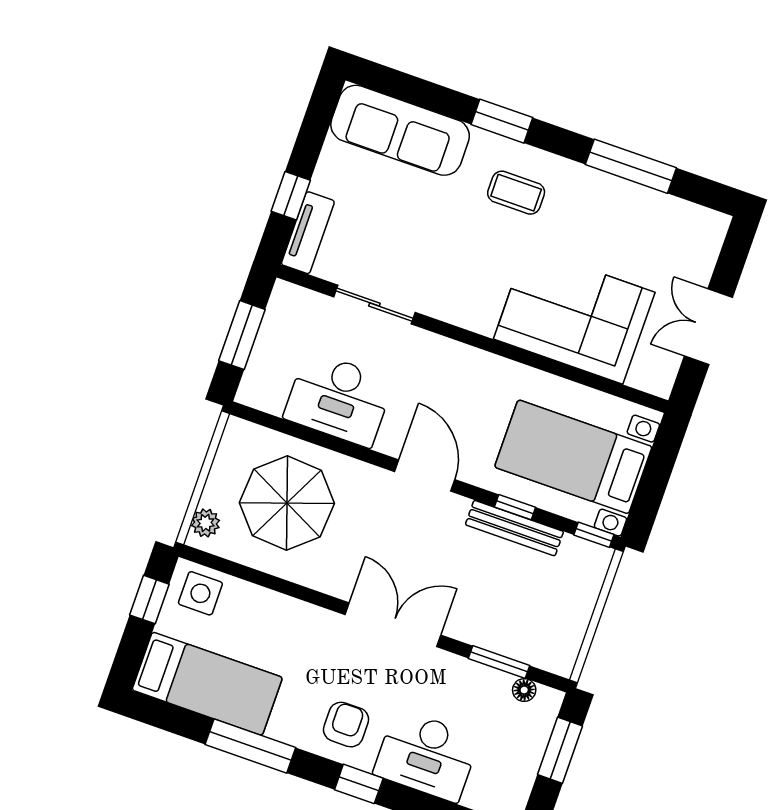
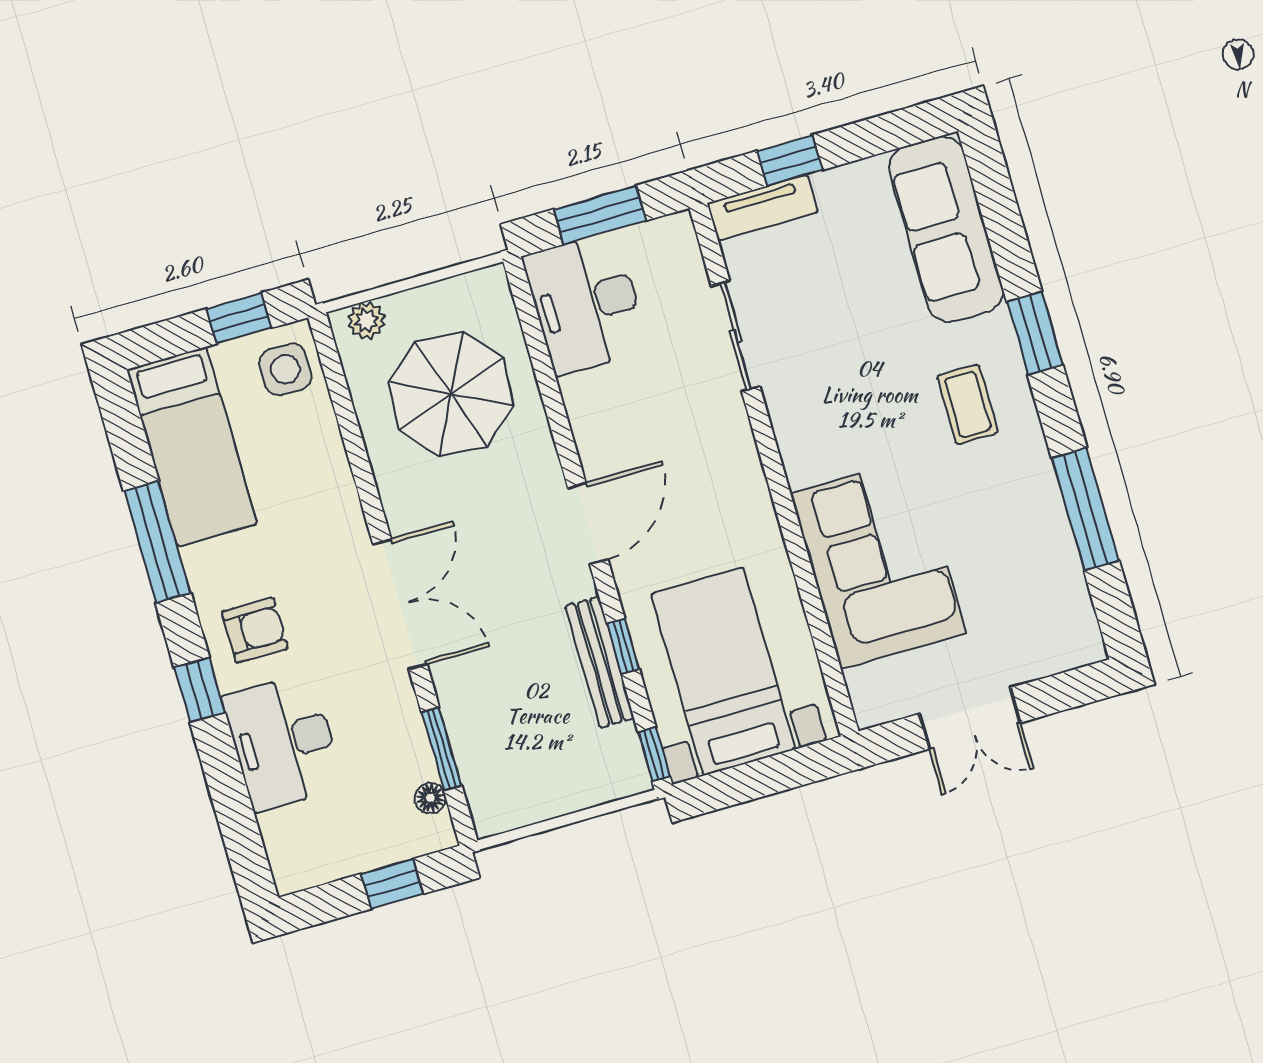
double door: (708, 327) -> (970, 718), swing flipped
desk: (339, 399) -> (586, 303), moved
window: (560, 750) -> (392, 884), width x0.67

